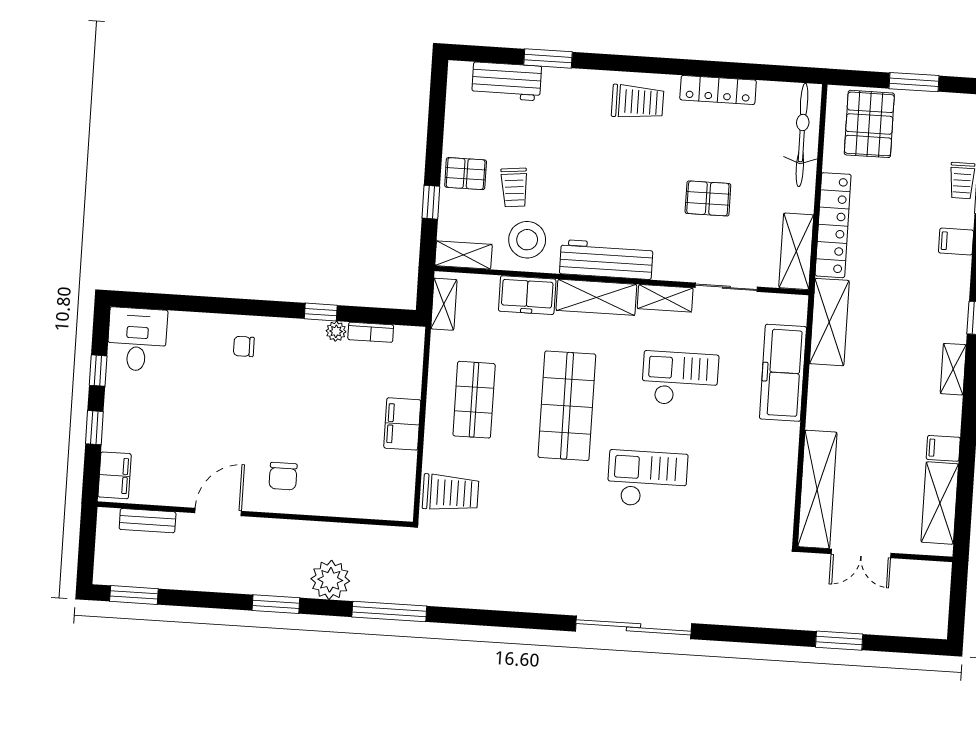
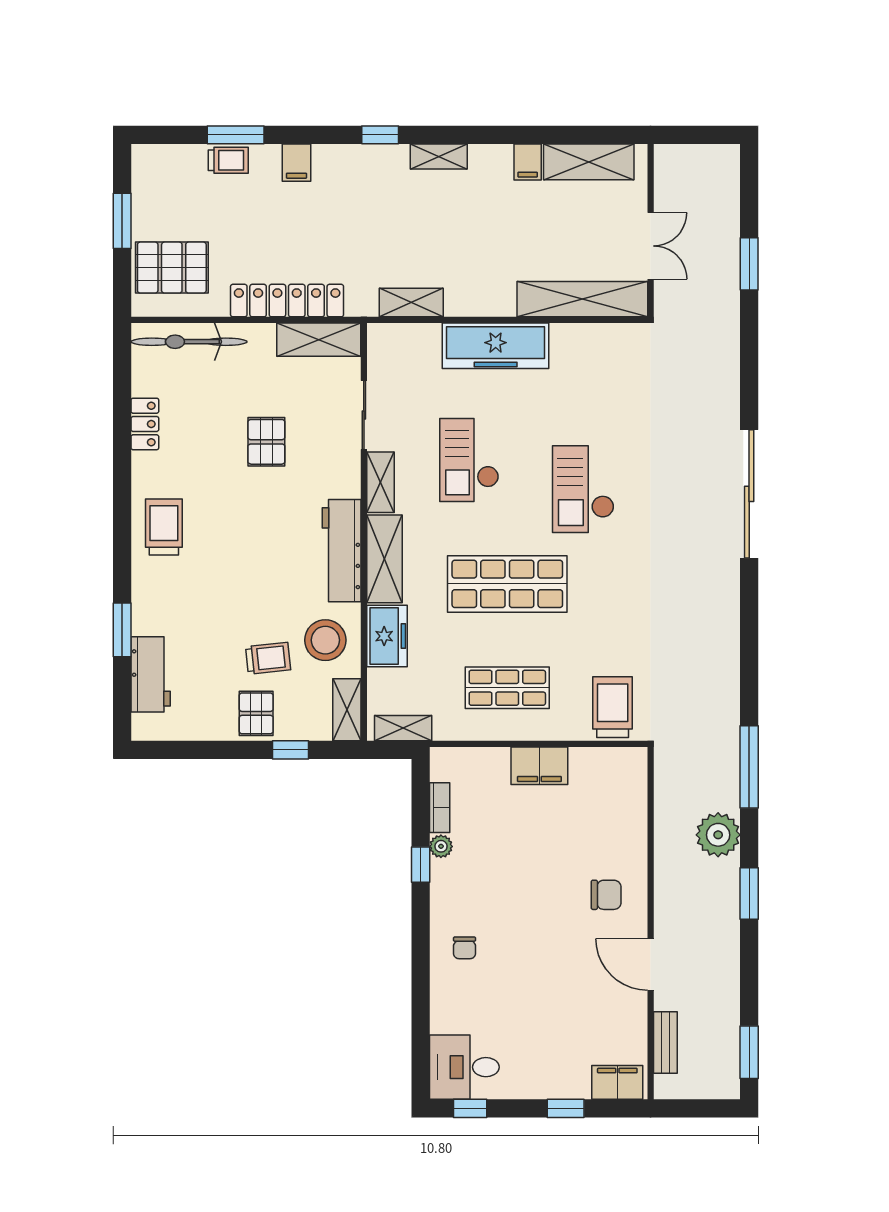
locker: (718, 90) -> (145, 424), width x0.66
shelving: (829, 322) -> (411, 303), width x0.67, depth x0.75
window: (98, 371) -> (470, 1108), moved
freezer: (783, 373) -> (496, 346), moved

